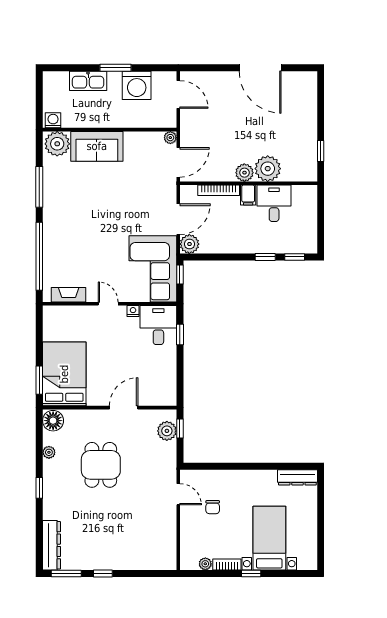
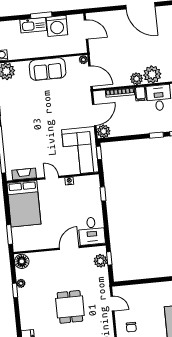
kitchen sink: (88, 81) -> (33, 25), moved
sofa: (97, 146) -> (48, 69), moved
door: (178, 162) -> (90, 76), hinge flipped
desk: (158, 325) -> (92, 231), moved, turned 180
bed: (64, 374) -> (24, 204), moved, turned 180
dining table: (101, 465) -> (70, 307), moved
window: (39, 488) -> (15, 290), moved
chair: (213, 507) -> (131, 327), moved

